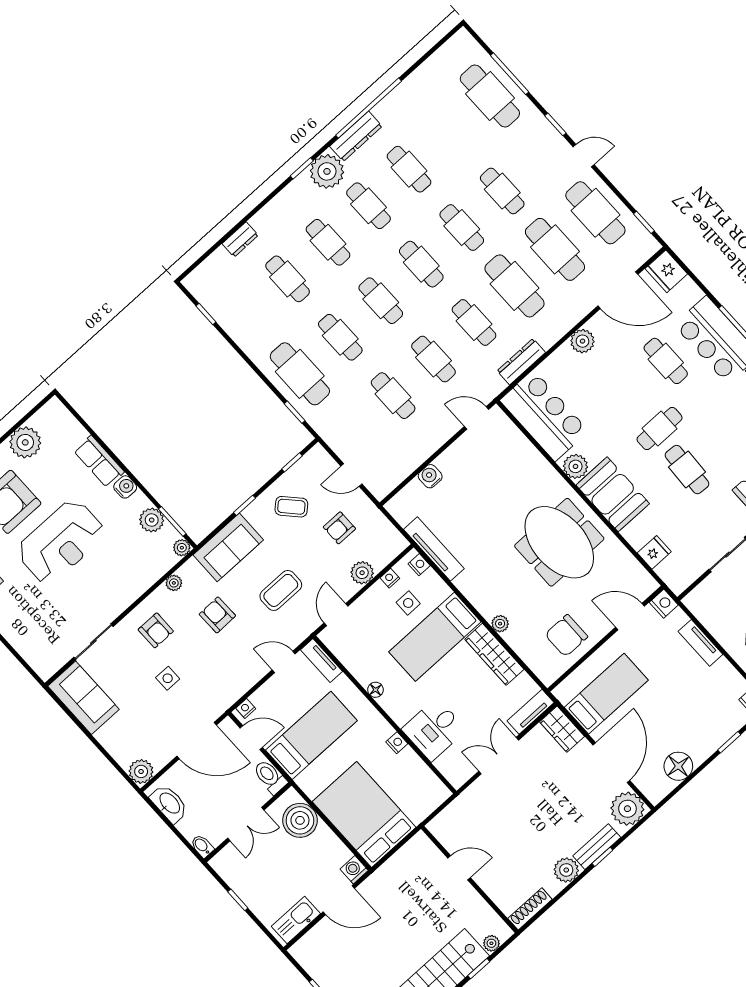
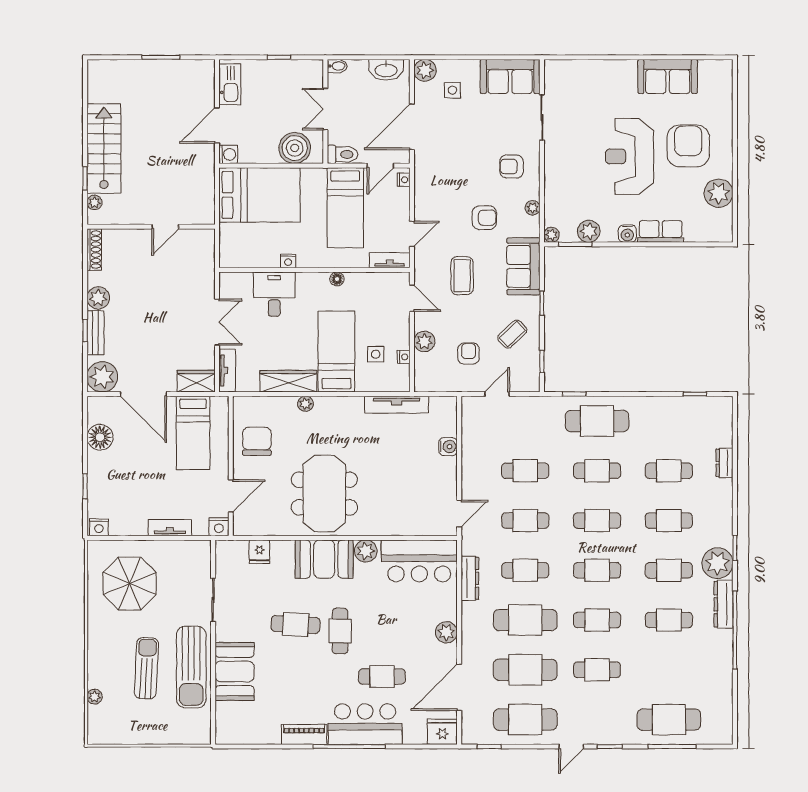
meeting table: (559, 542) -> (324, 494), turned 90
nightstand: (419, 565) -> (395, 385), removed
side table: (168, 678) -> (452, 90), moved

